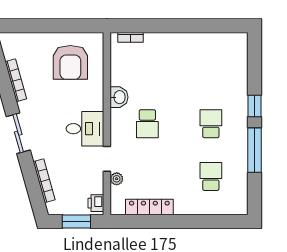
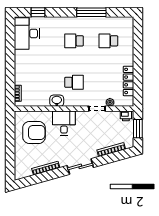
desk: (222, 51) -> (27, 33), added
window: (255, 106) -> (38, 12), moved
desk: (85, 129) -> (64, 123), moved

